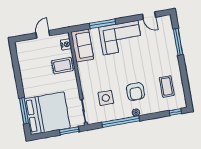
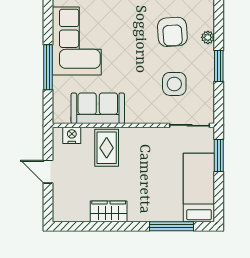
sofa: (82, 46) -> (98, 108), moved
wardrobe: (26, 73) -> (109, 211), added
armchair: (135, 92) -> (172, 32), turned 86
bed: (47, 113) -> (199, 188), width x0.49
window: (121, 122) -> (219, 66), width x0.47

